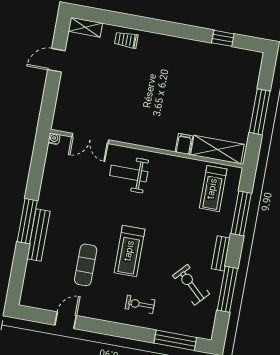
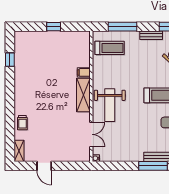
window: (260, 112) -> (54, 27), width x0.46
shelving: (217, 150) -> (83, 95), moved
weight bench: (129, 174) -> (110, 105), width x1.36, depth x1.33

